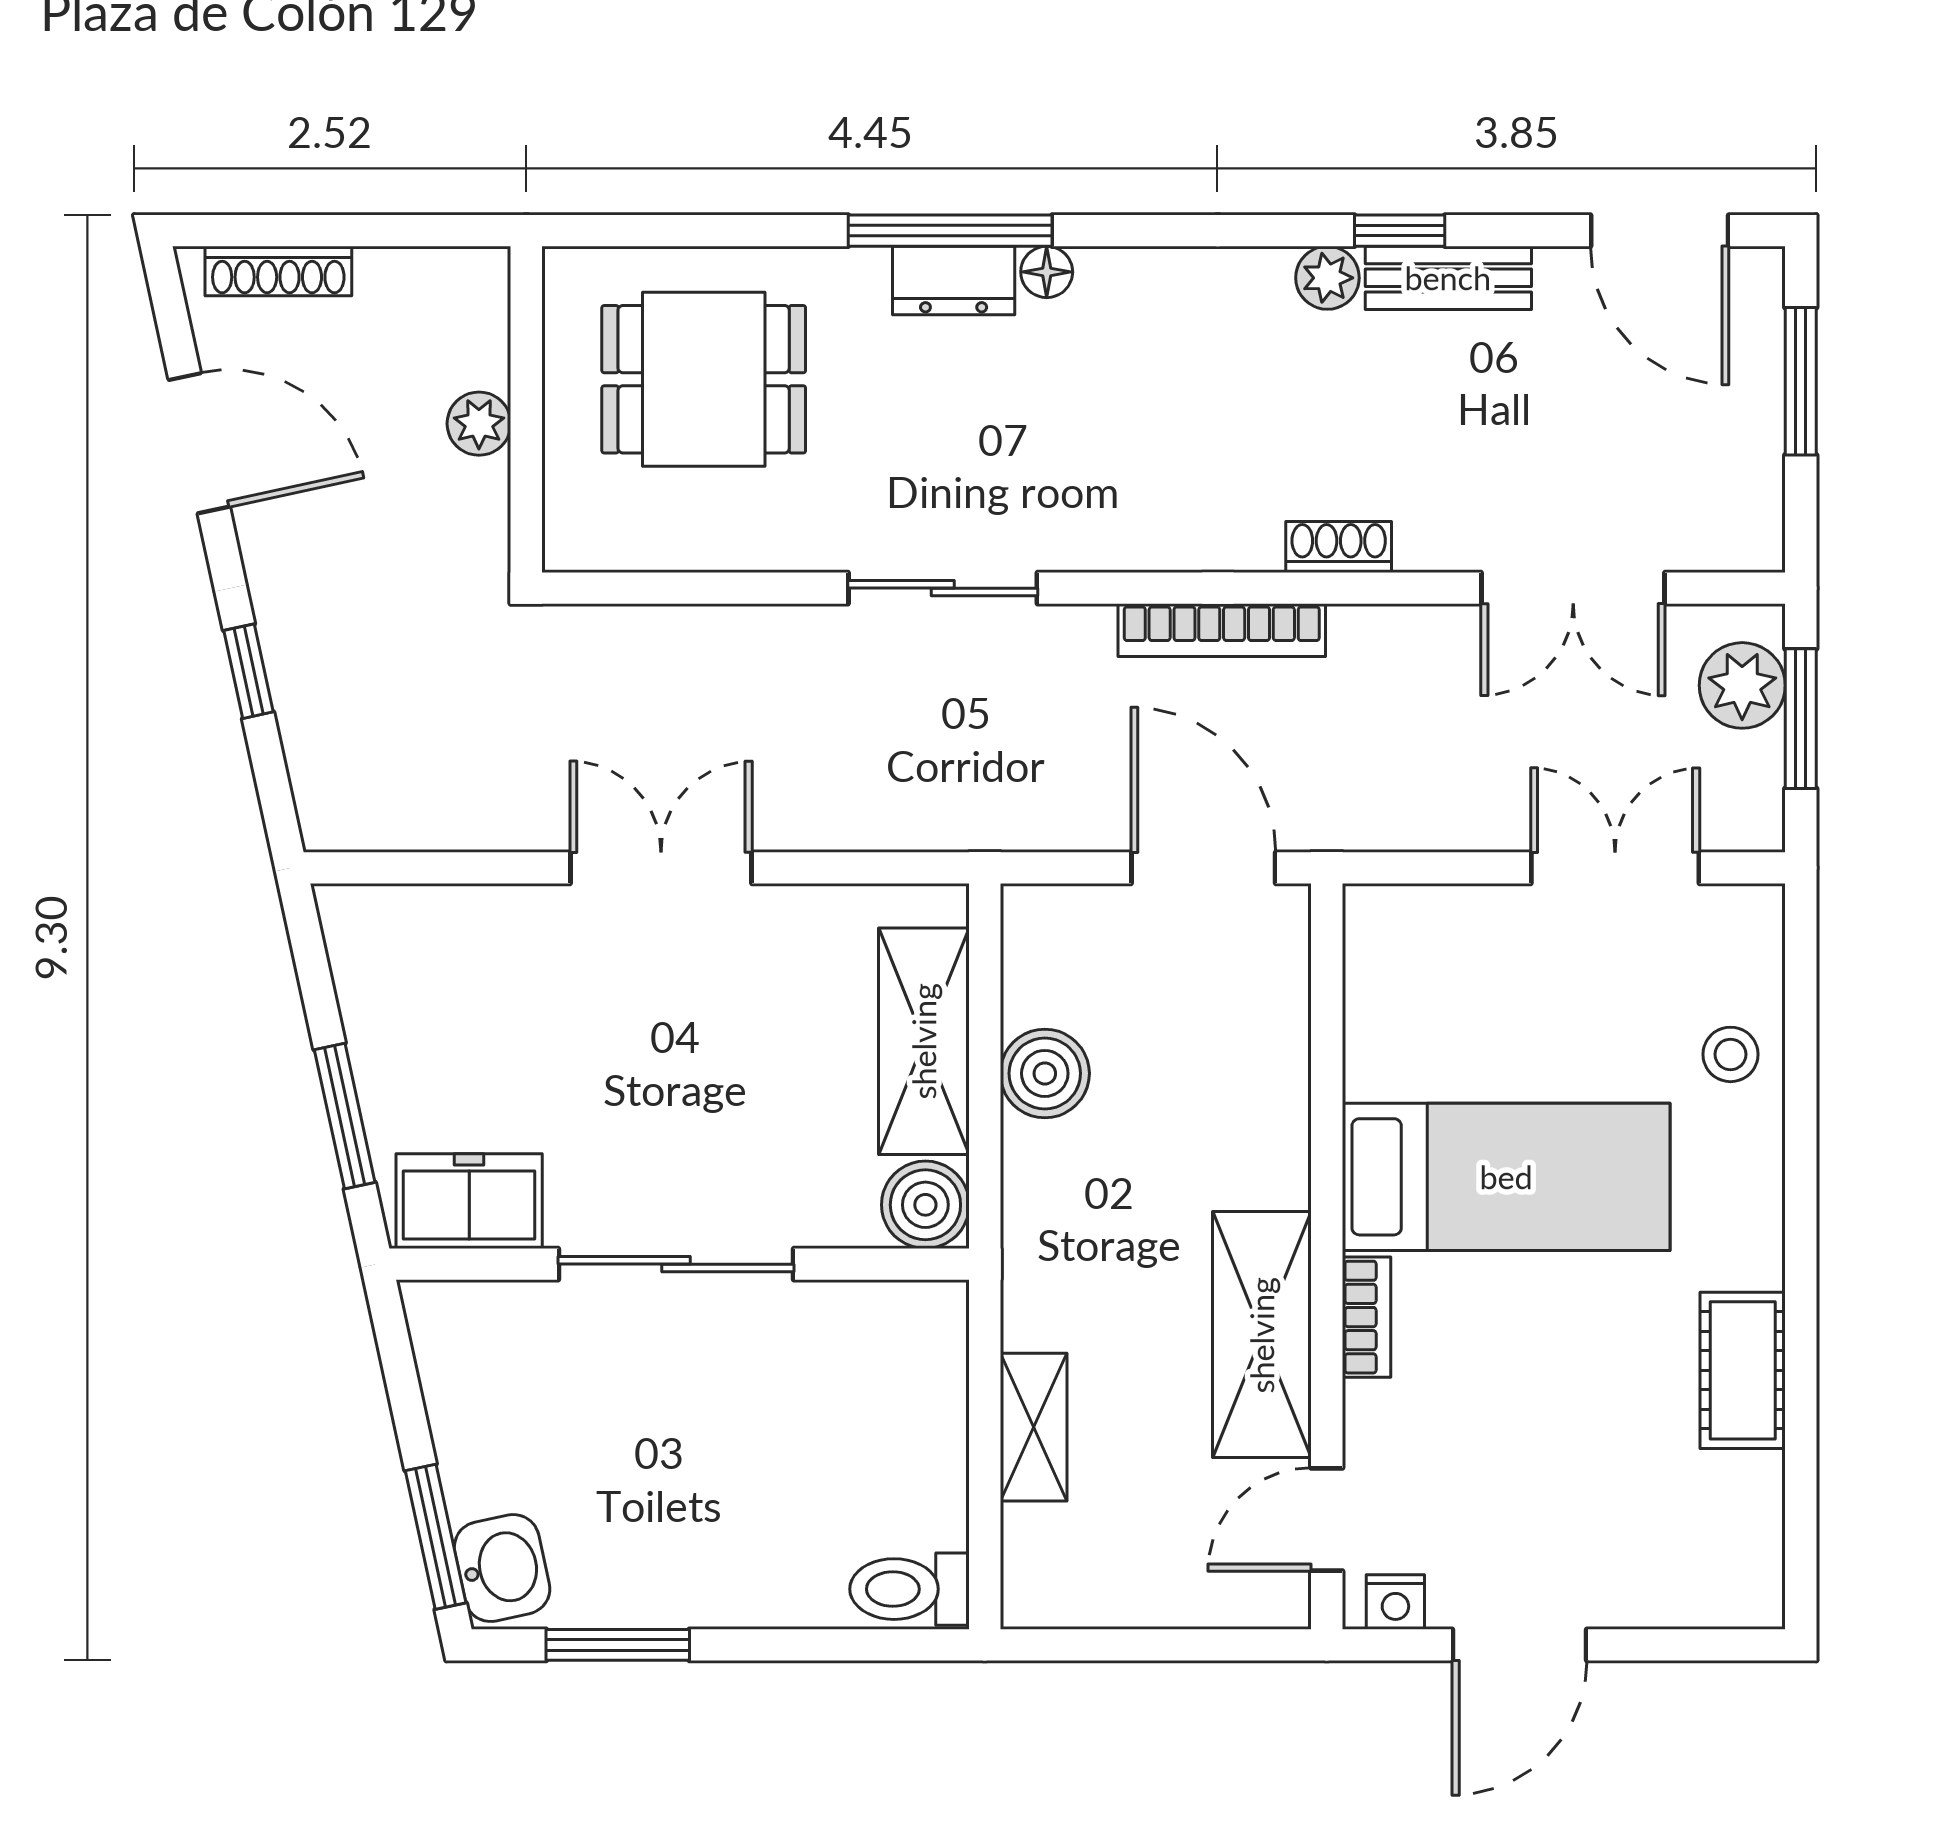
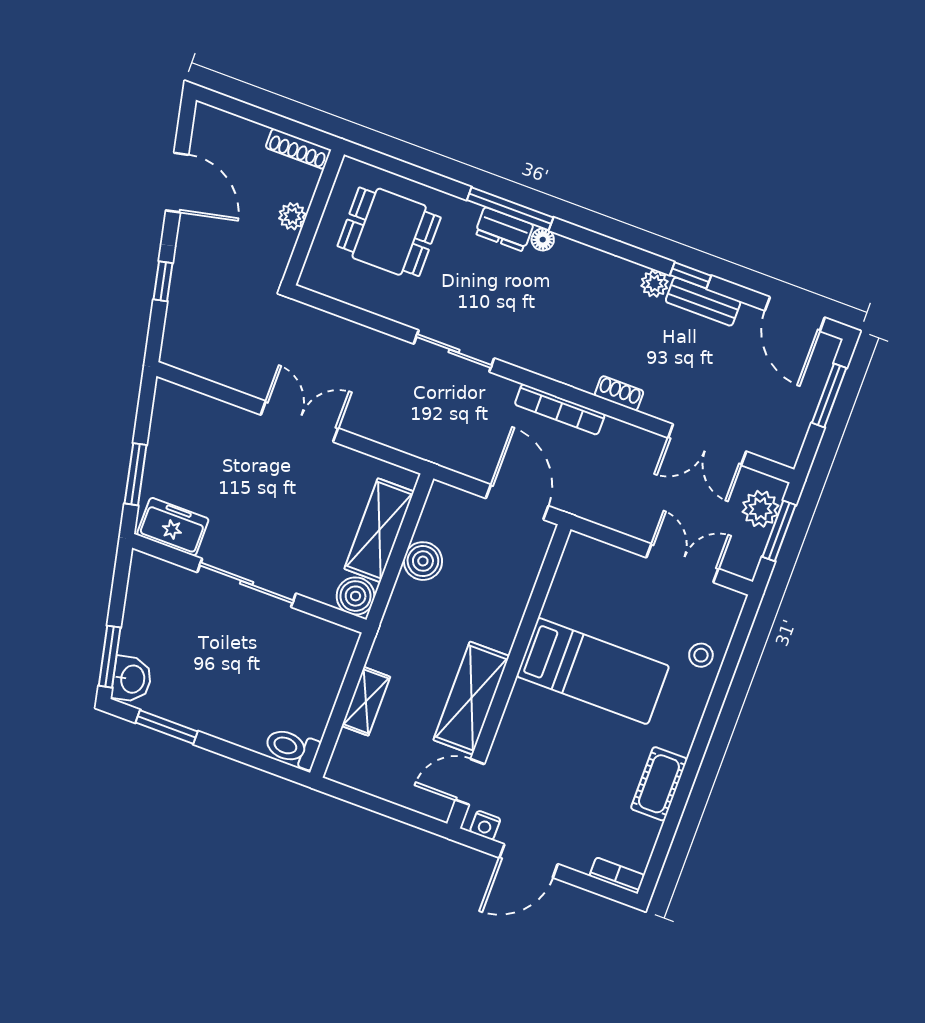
shoe rack: (278, 271) -> (298, 149), moved
bookcase: (1366, 1317) -> (617, 875), moved, turned -90

